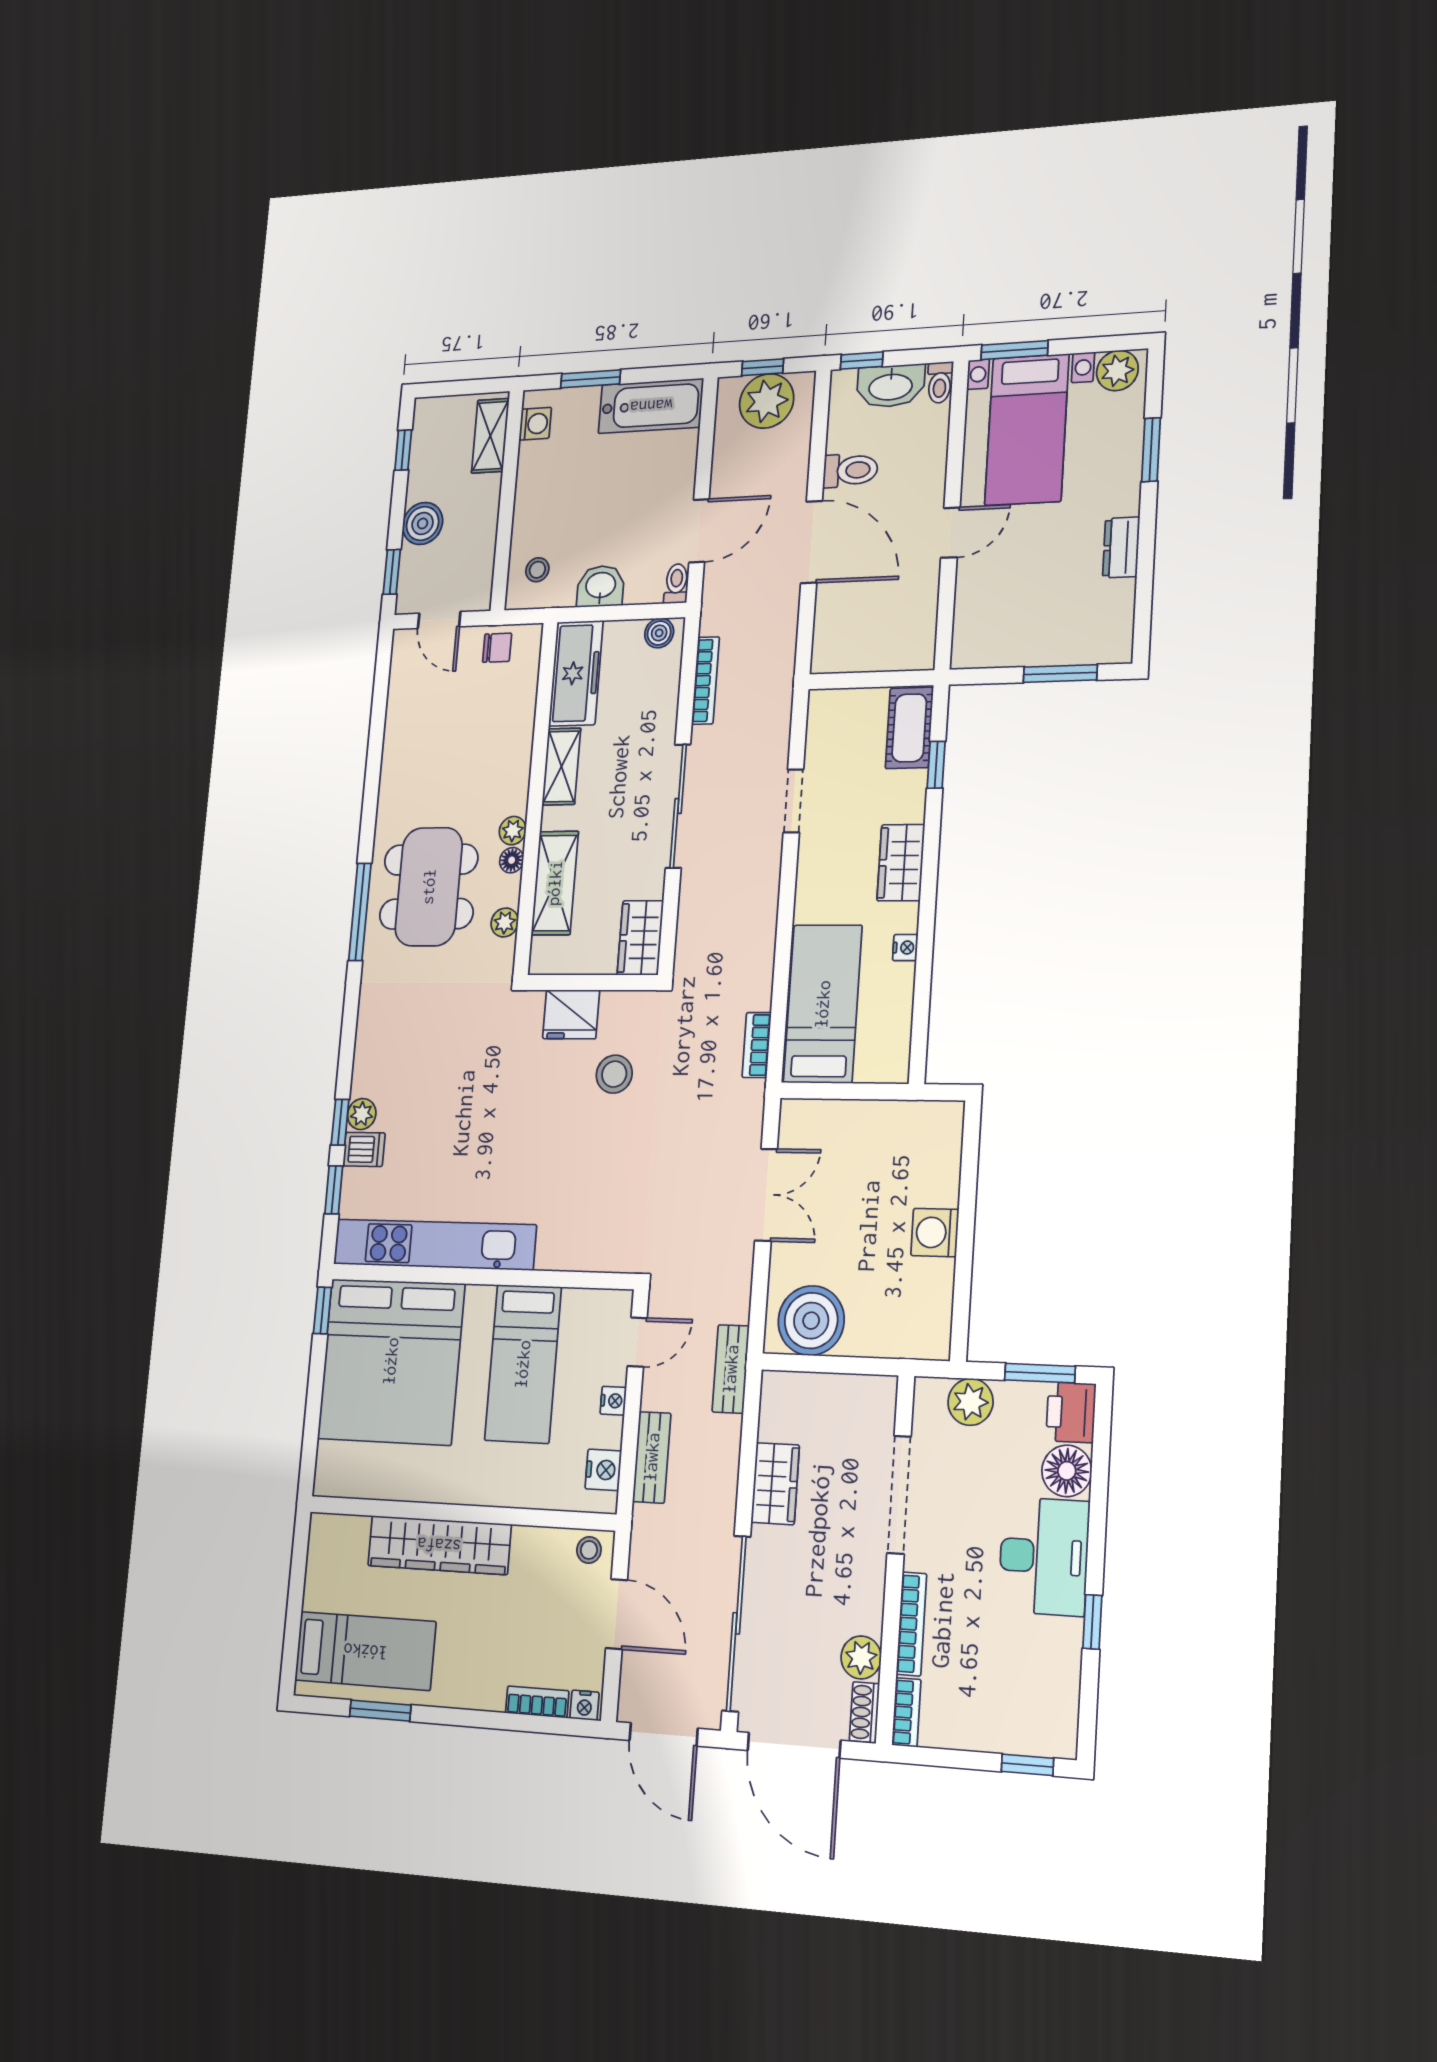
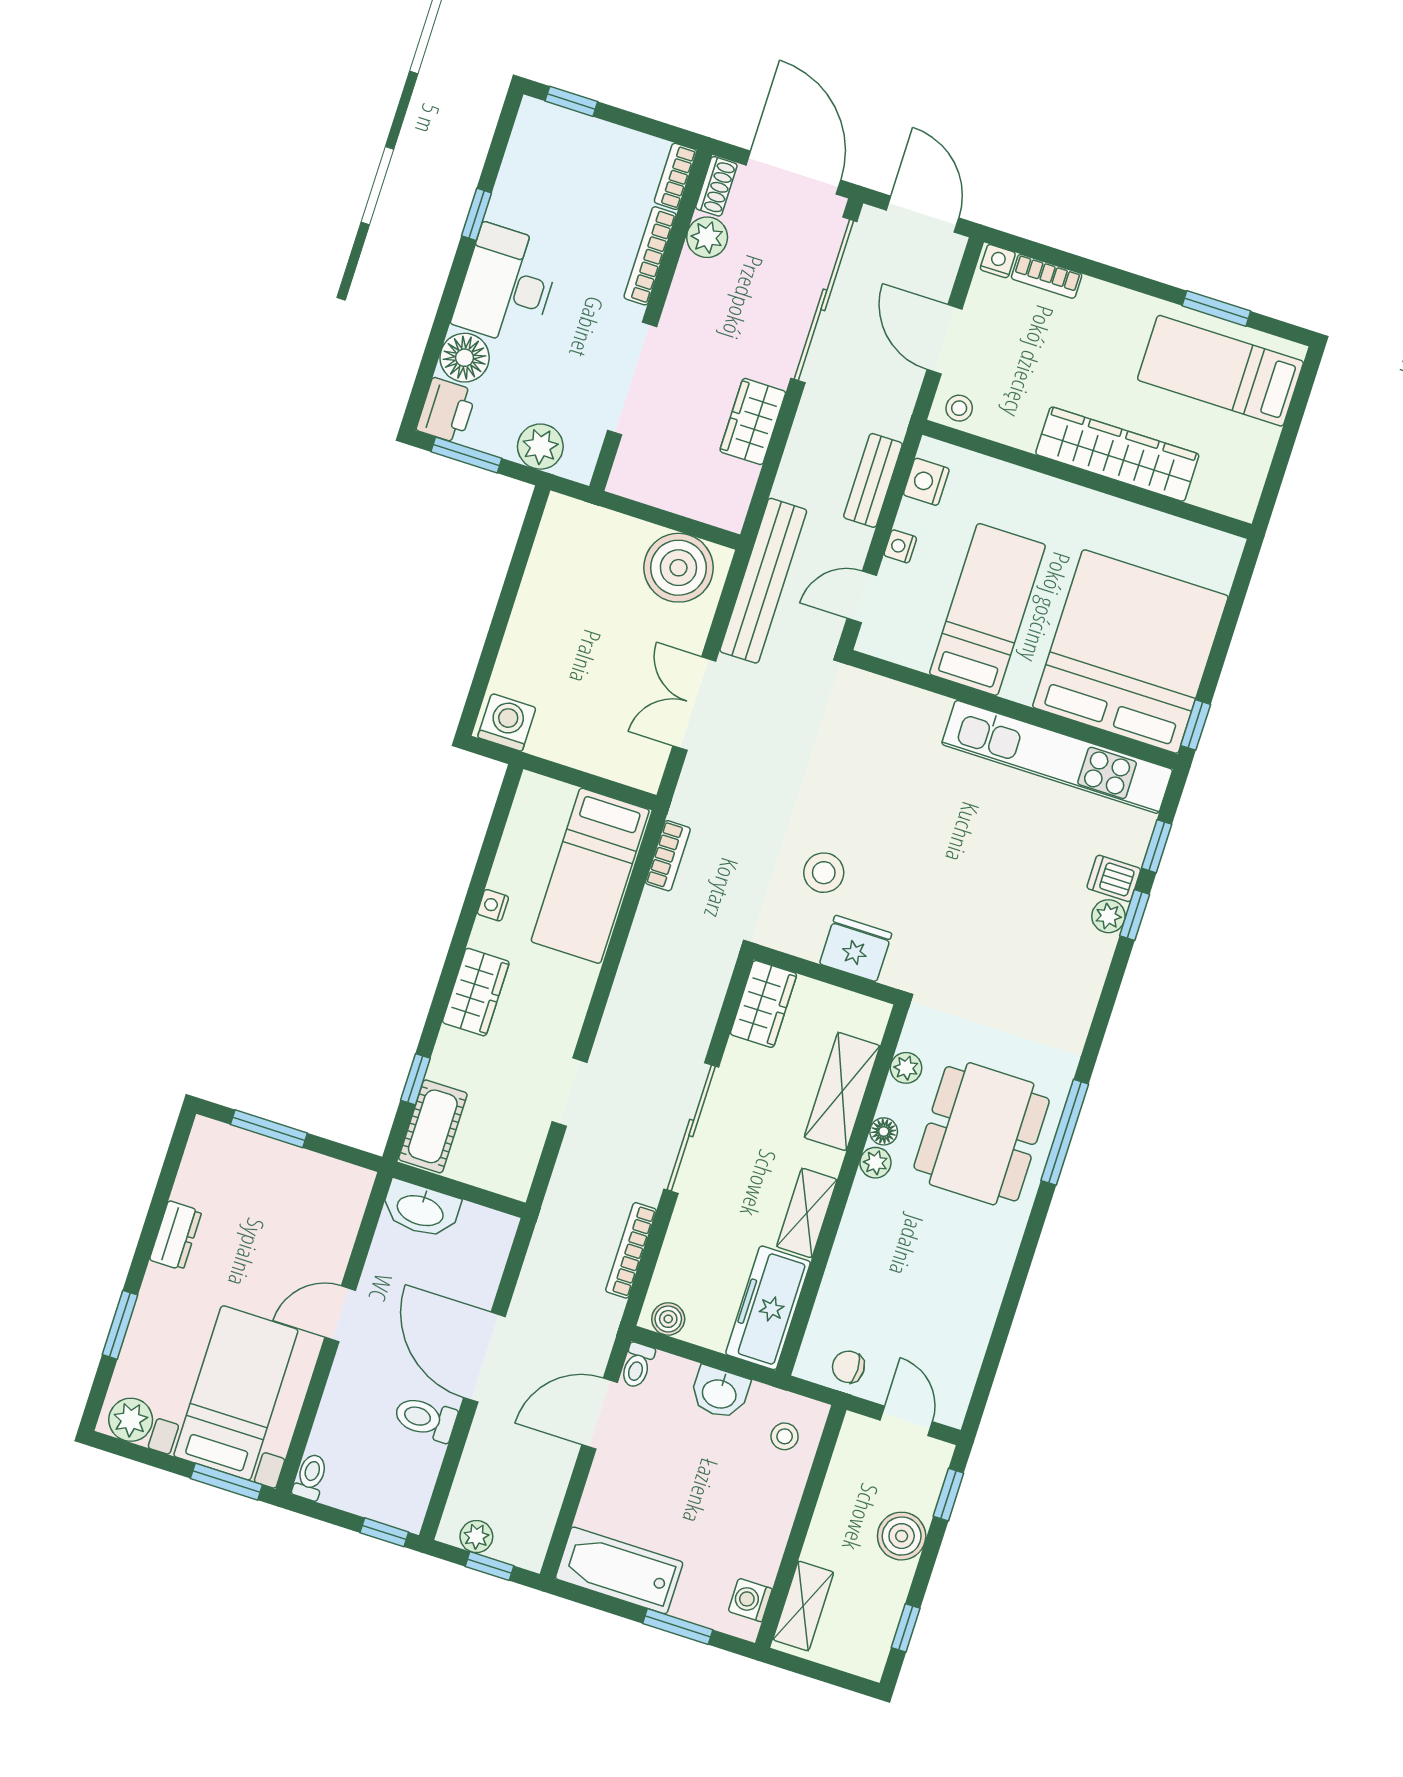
washbasin: (891, 386) -> (421, 1209), moved, turned 180
plant: (767, 401) -> (476, 1537), width x0.53, depth x0.53
washing machine: (935, 1233) -> (507, 722), moved, turned -90
bench: (731, 1369) -> (763, 581), width x1.86, depth x1.21

